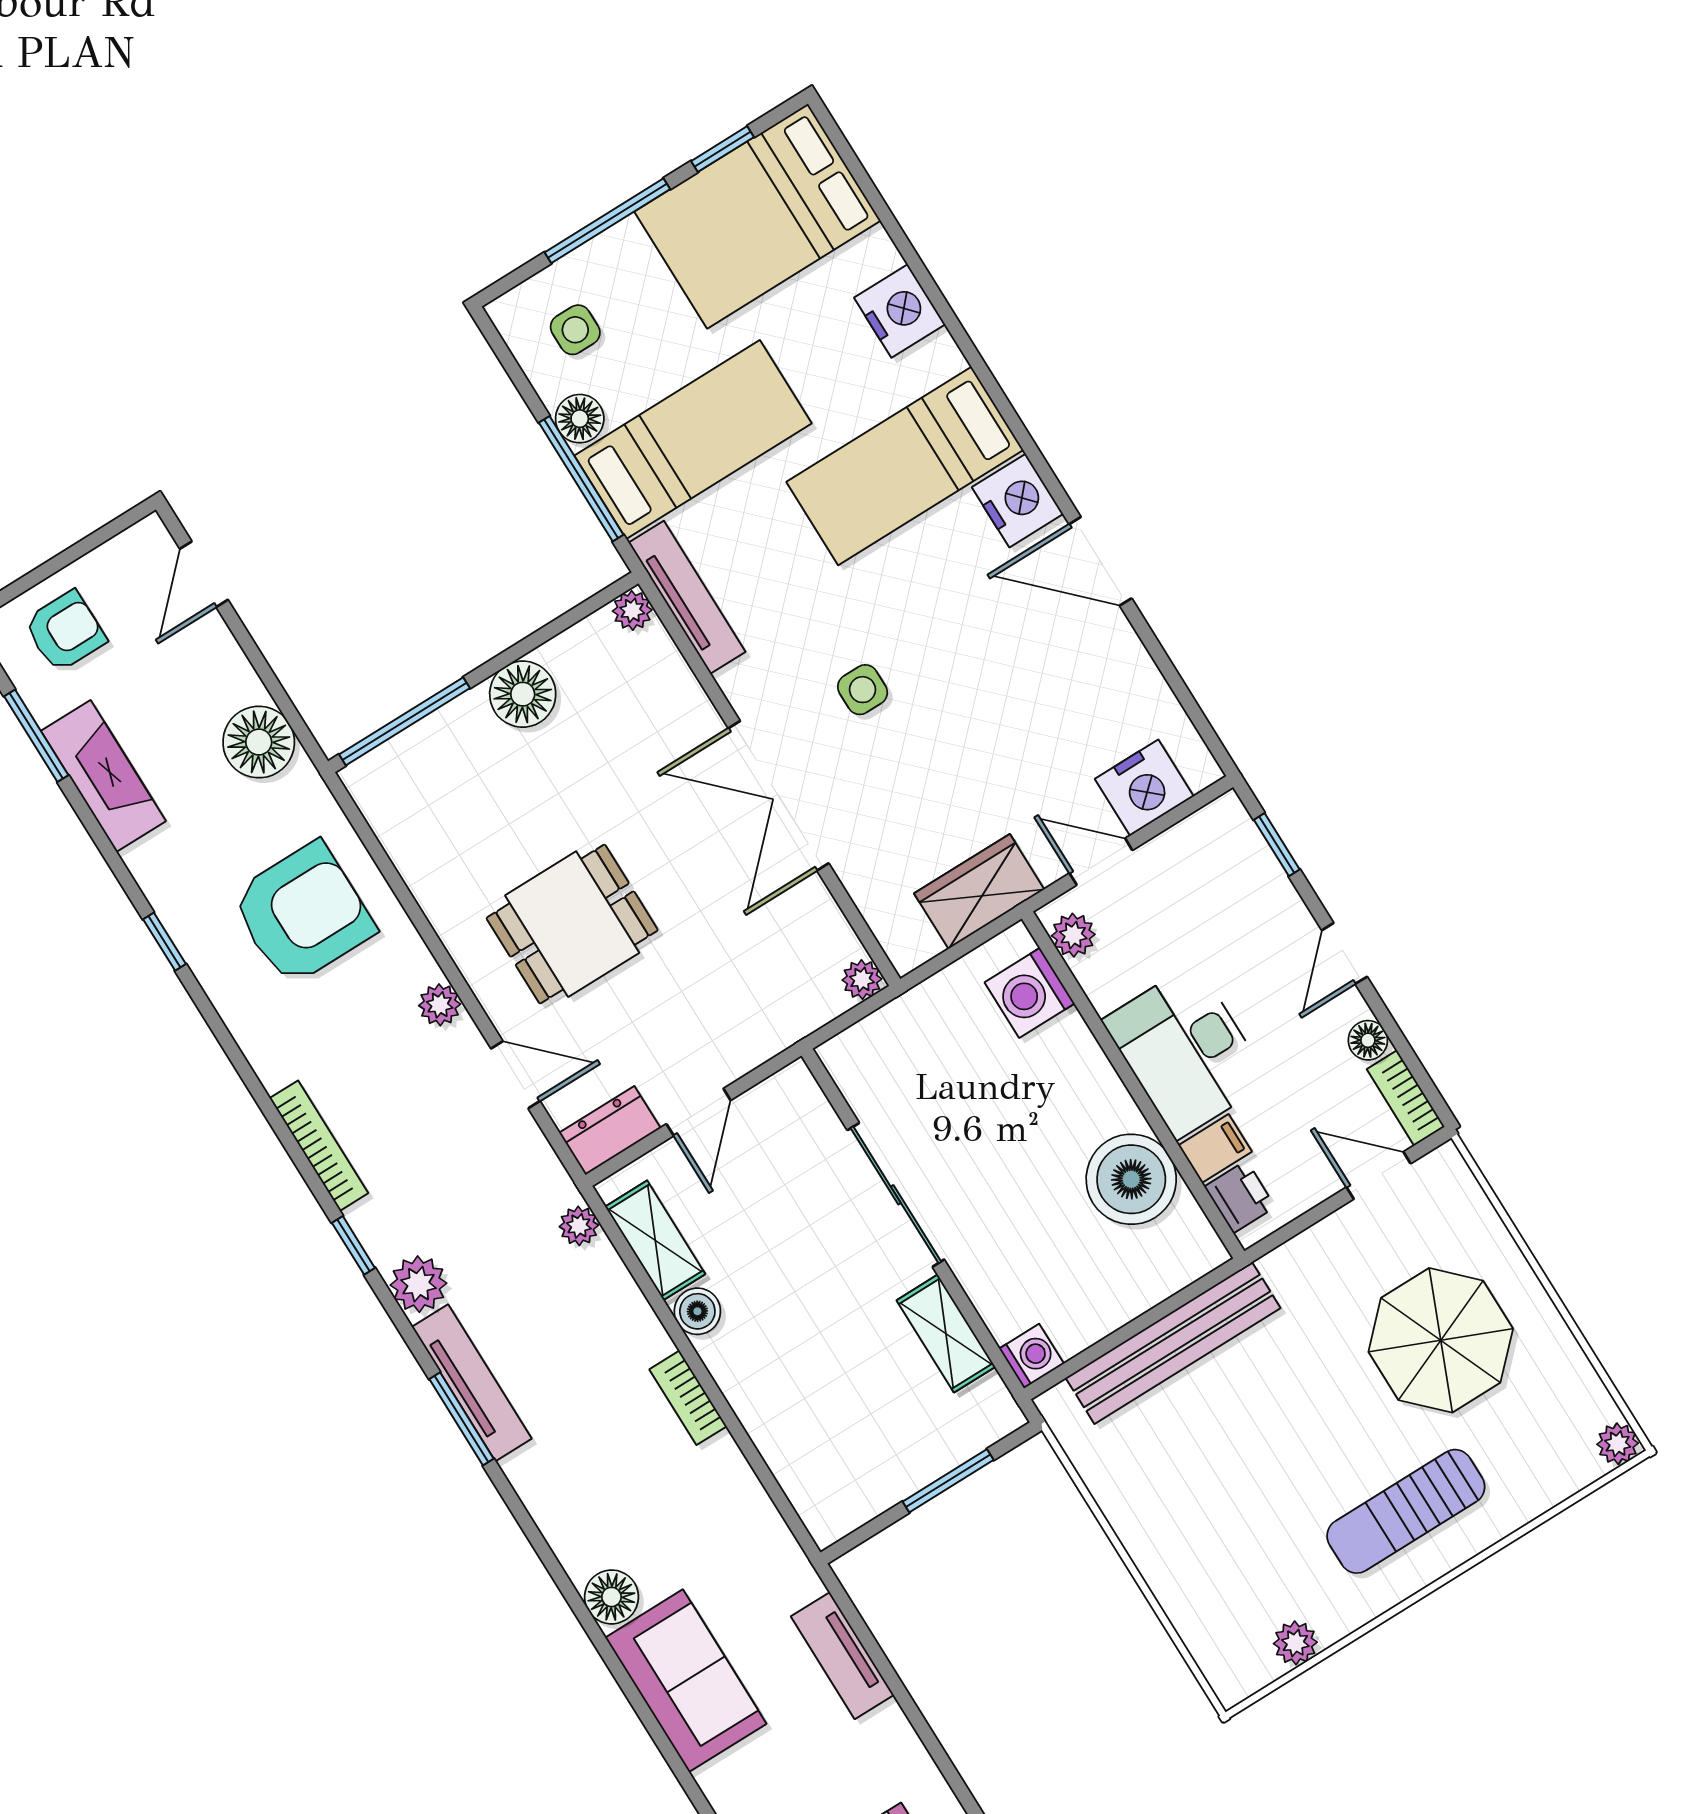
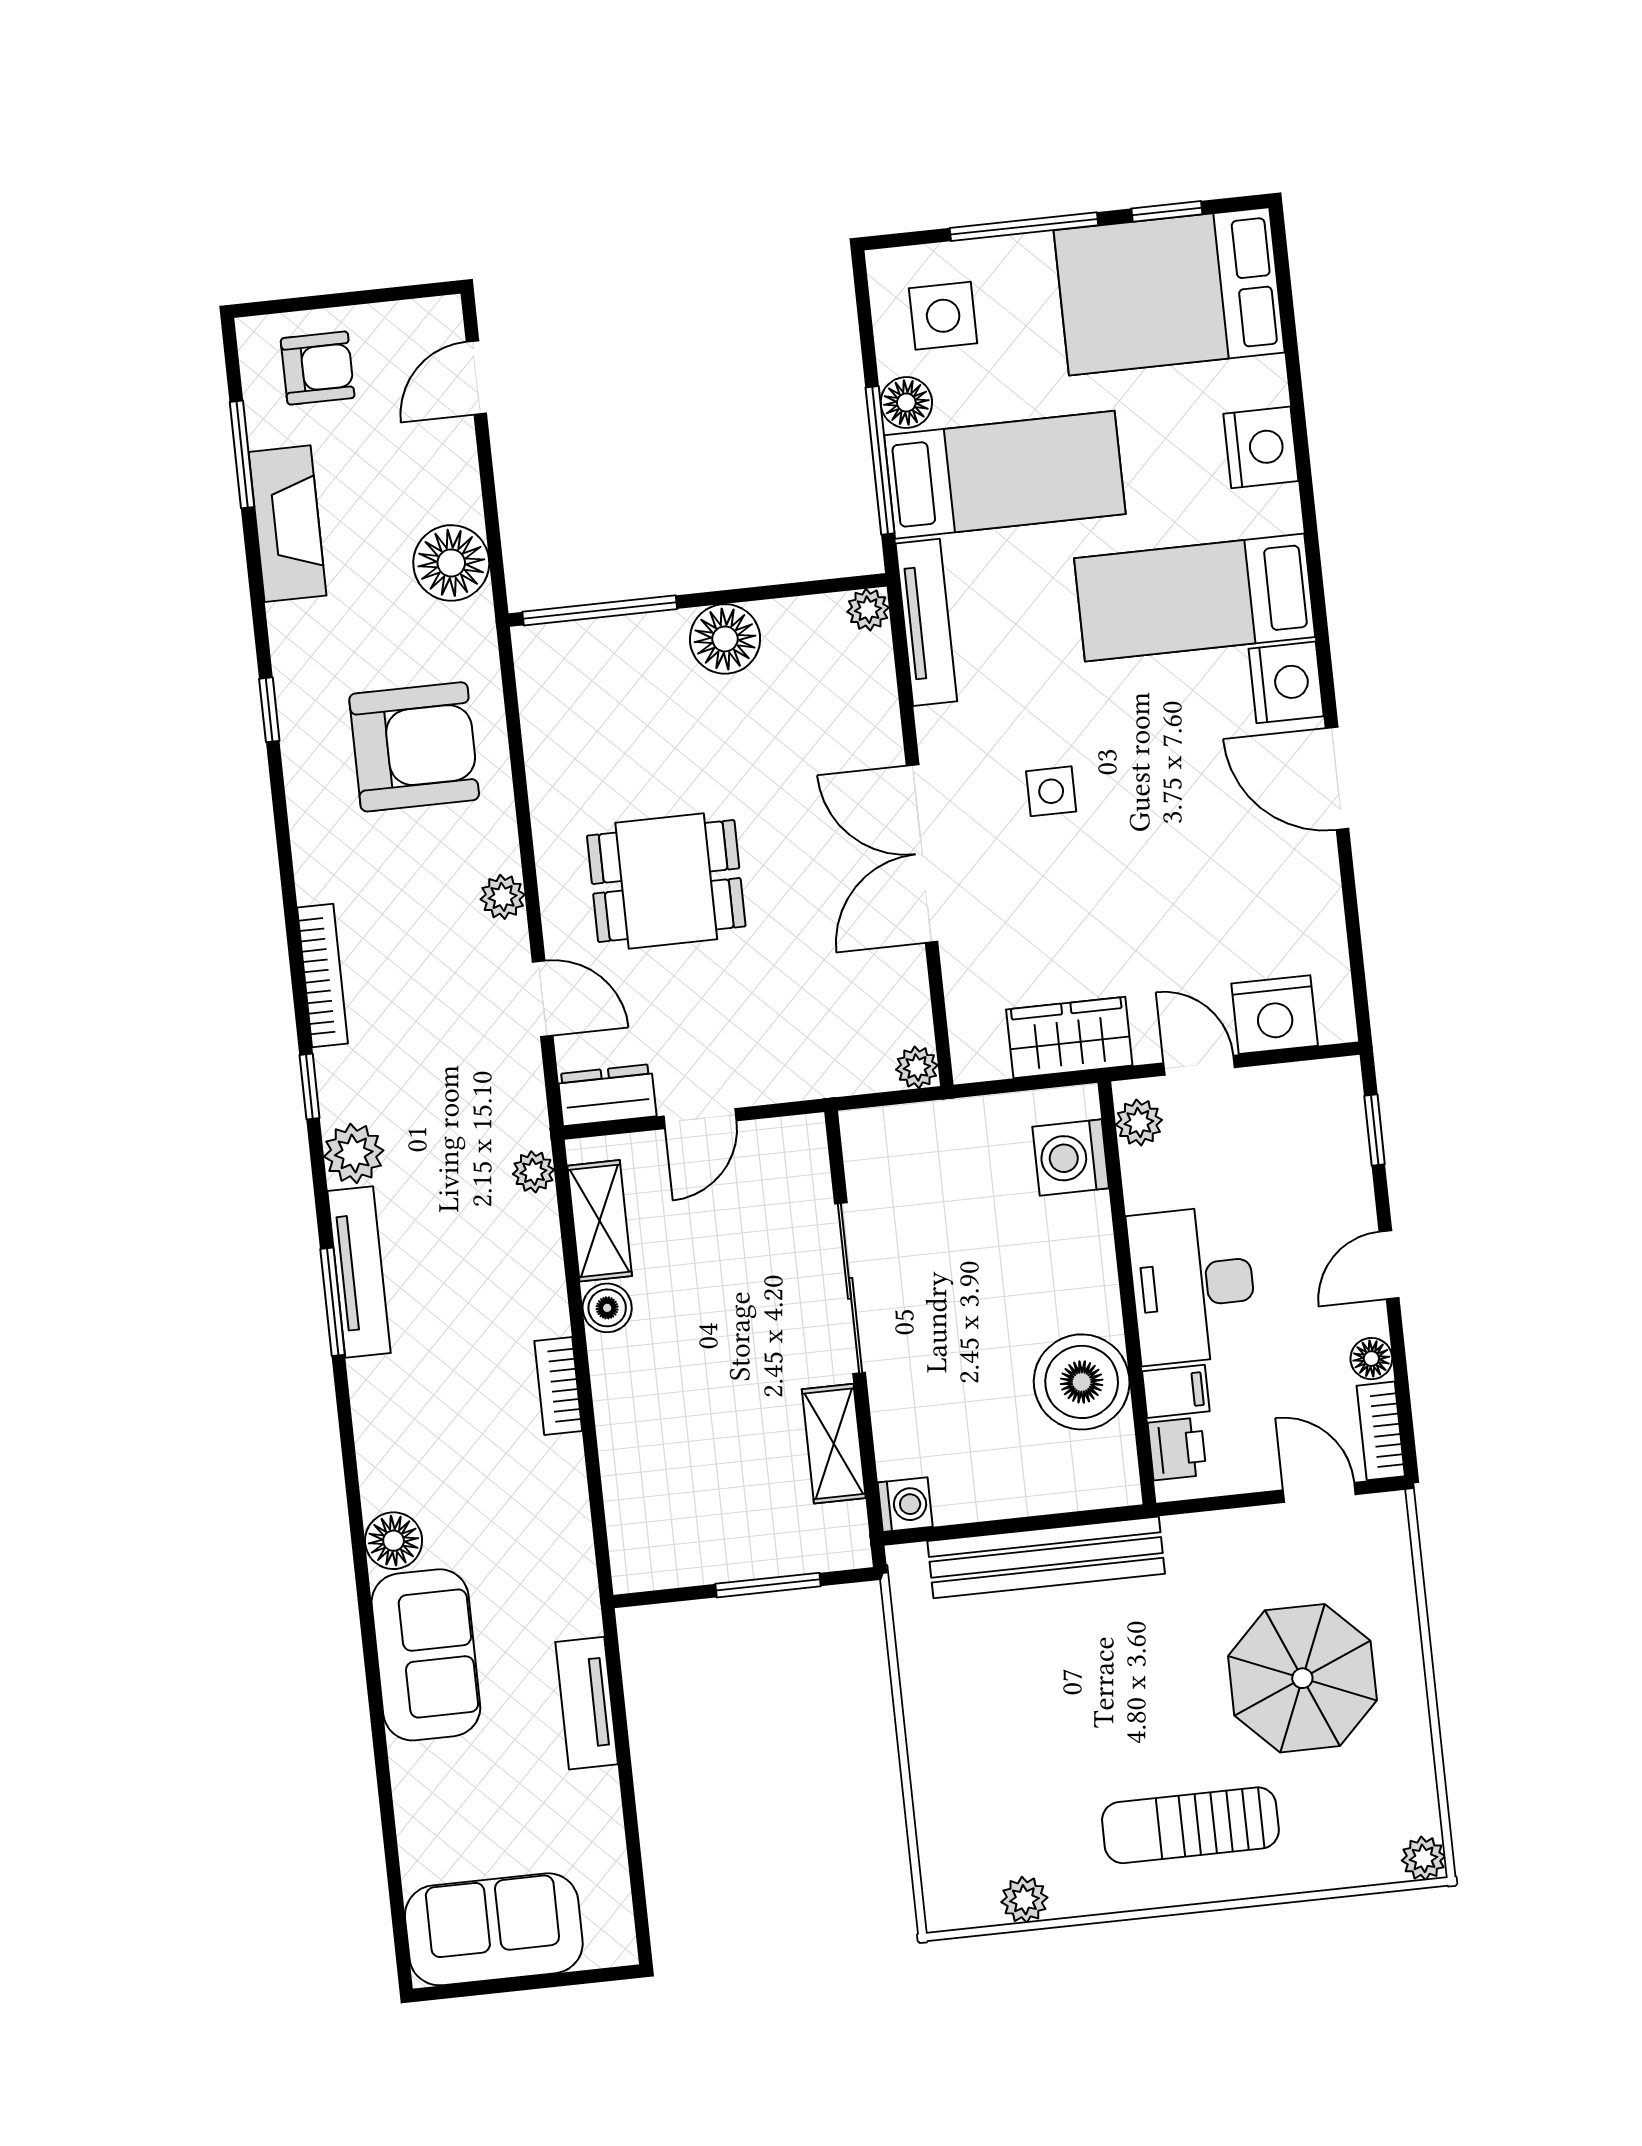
side table: (575, 330) -> (943, 316), width x1.37, depth x1.37

